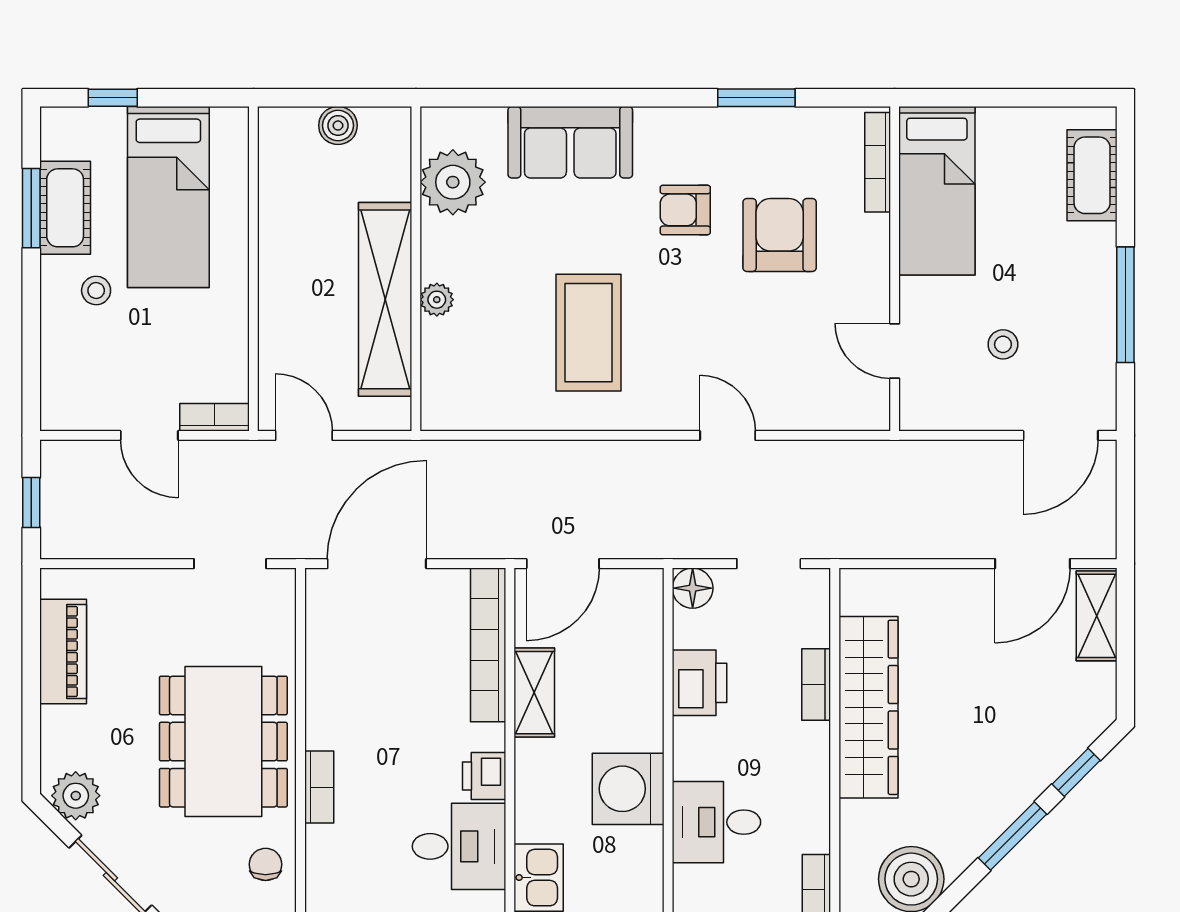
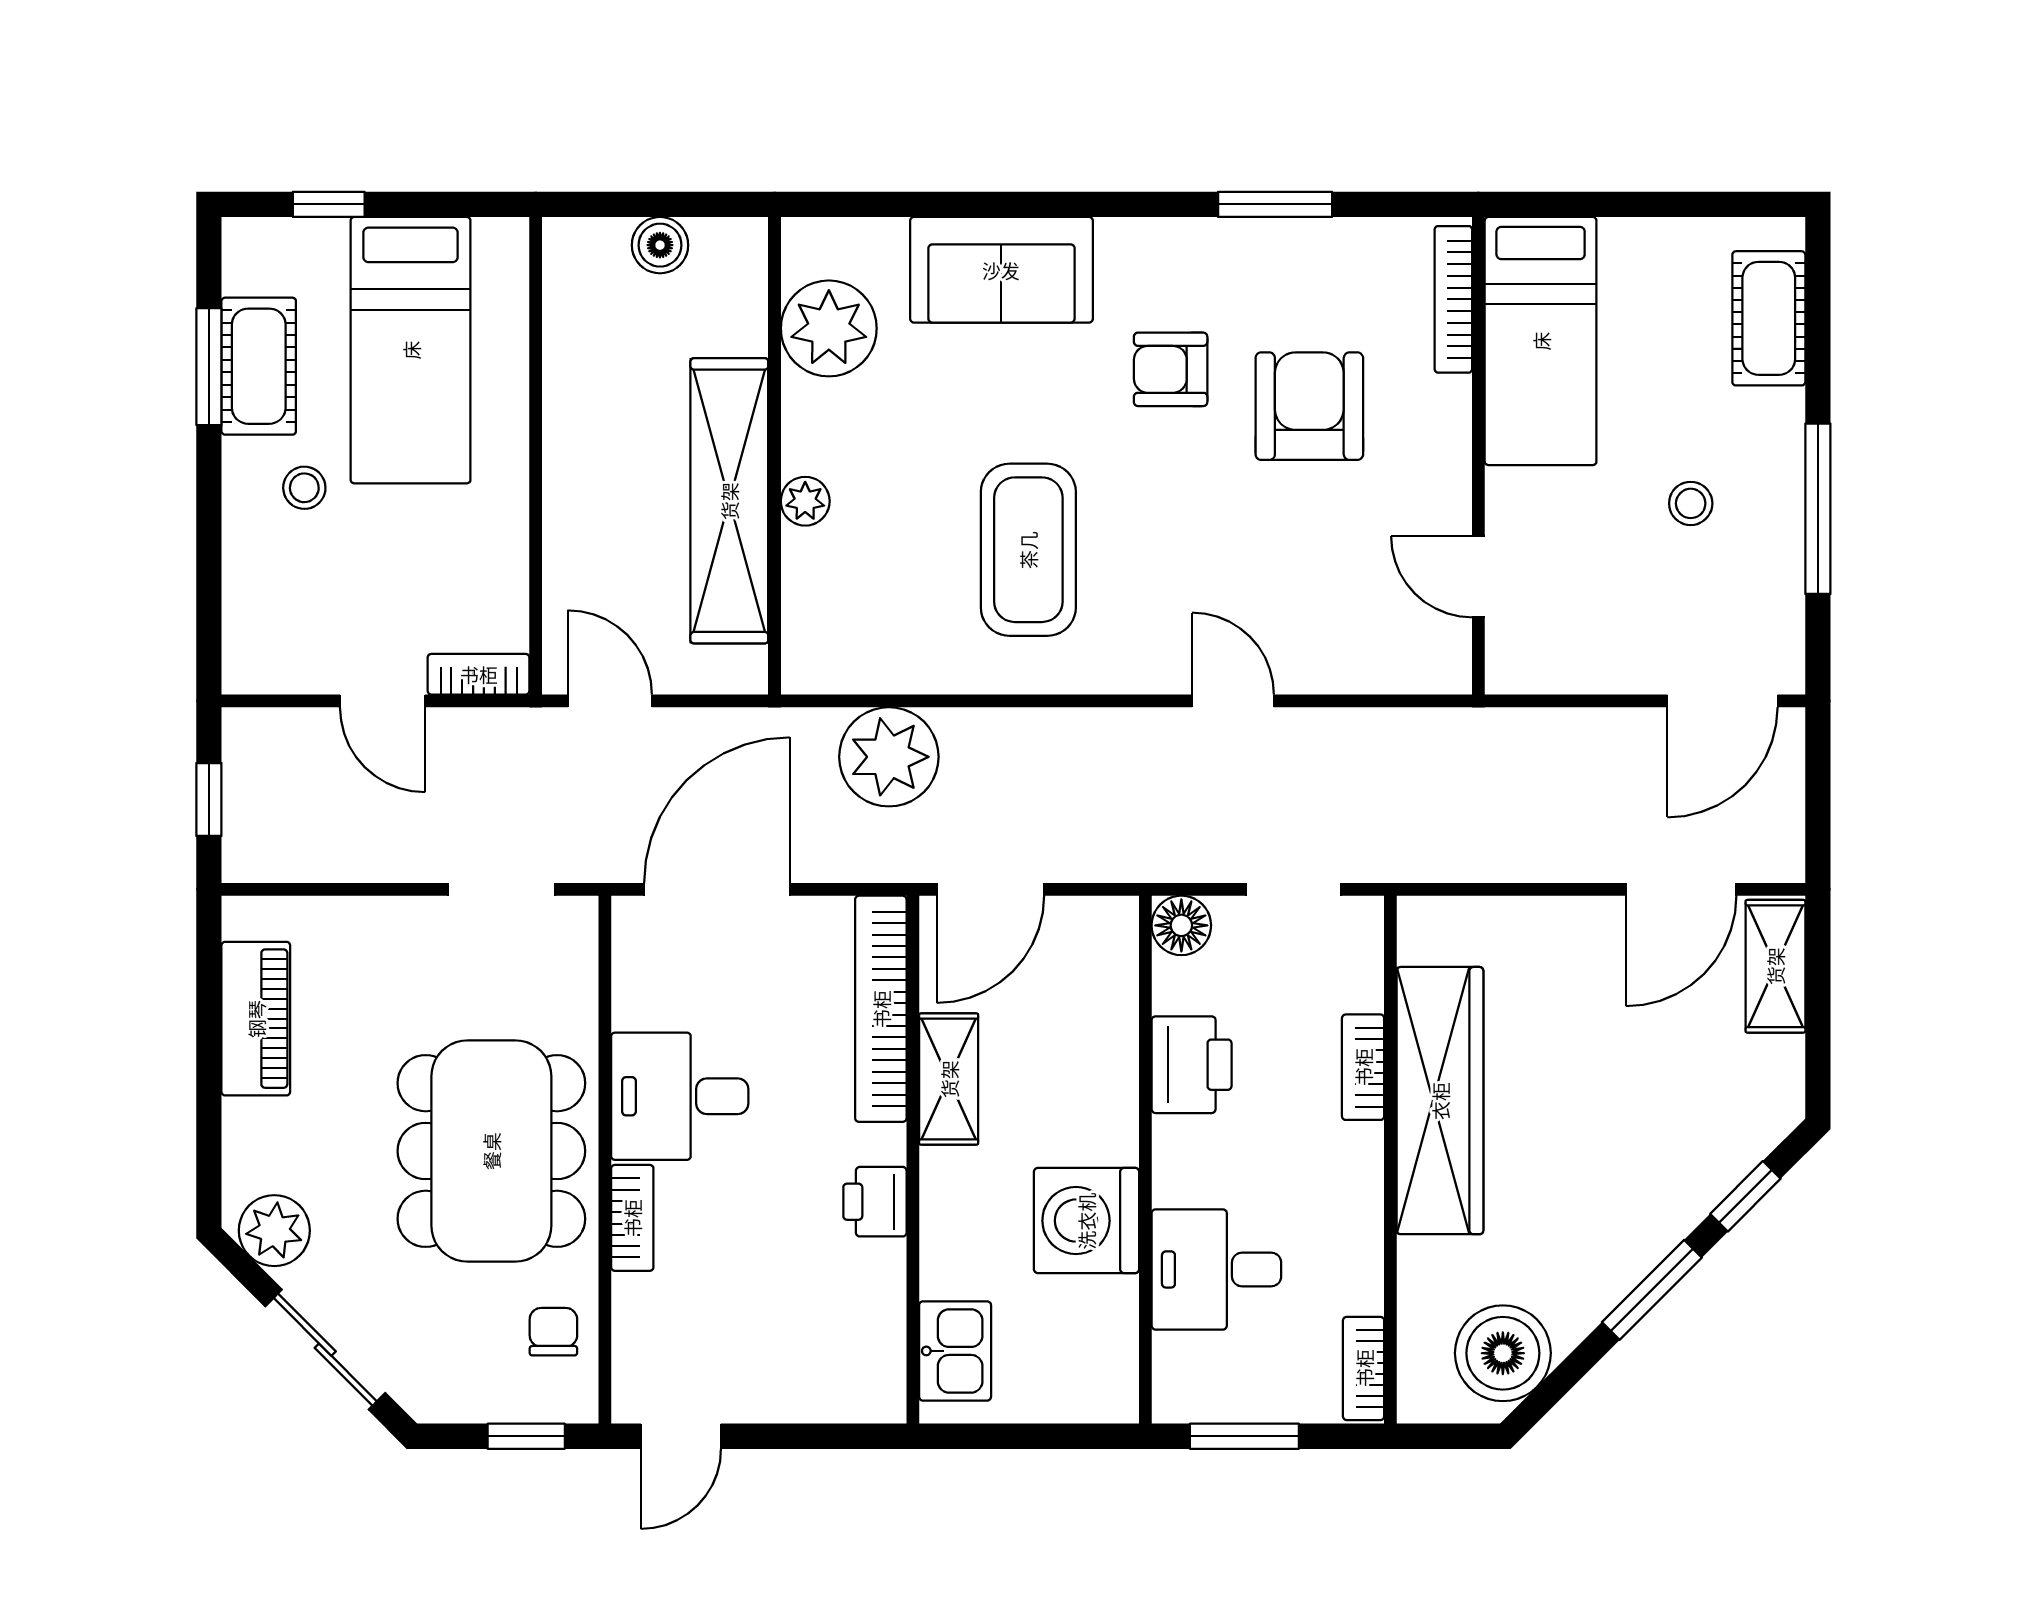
stool: (1003, 344) -> (1691, 503), moved
plant: (494, 473) -> (889, 757), added
desk: (459, 846) -> (680, 1096), moved, turned 180

